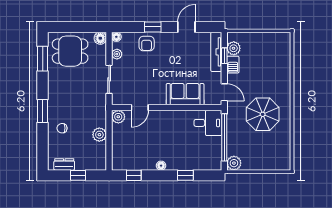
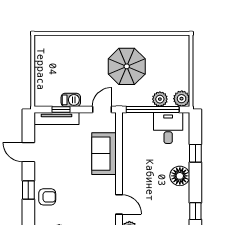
plant: (234, 48) -> (160, 99), moved
desk: (208, 123) -> (168, 128), moved
floor lamp: (161, 166) -> (180, 176), width x1.89, depth x1.89

